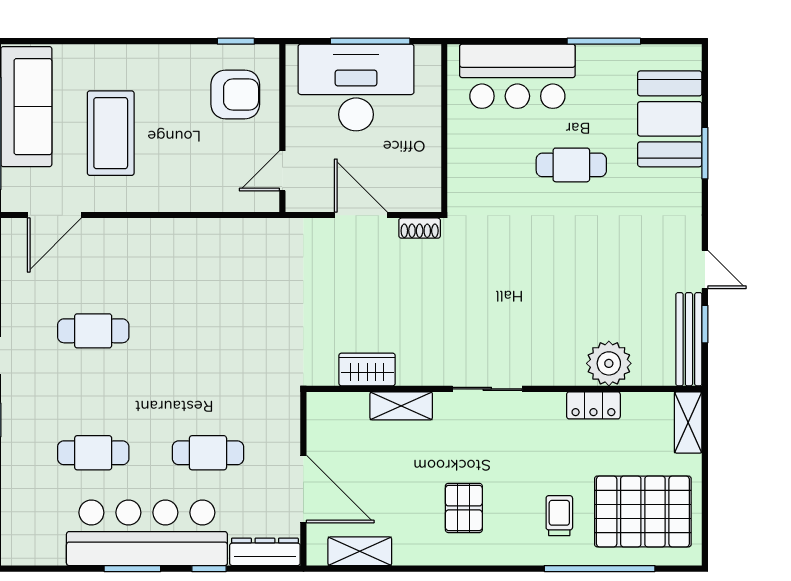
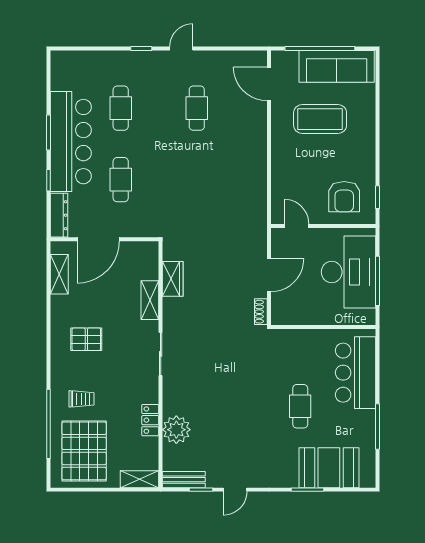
bench: (689, 339) -> (184, 480), width x0.73

